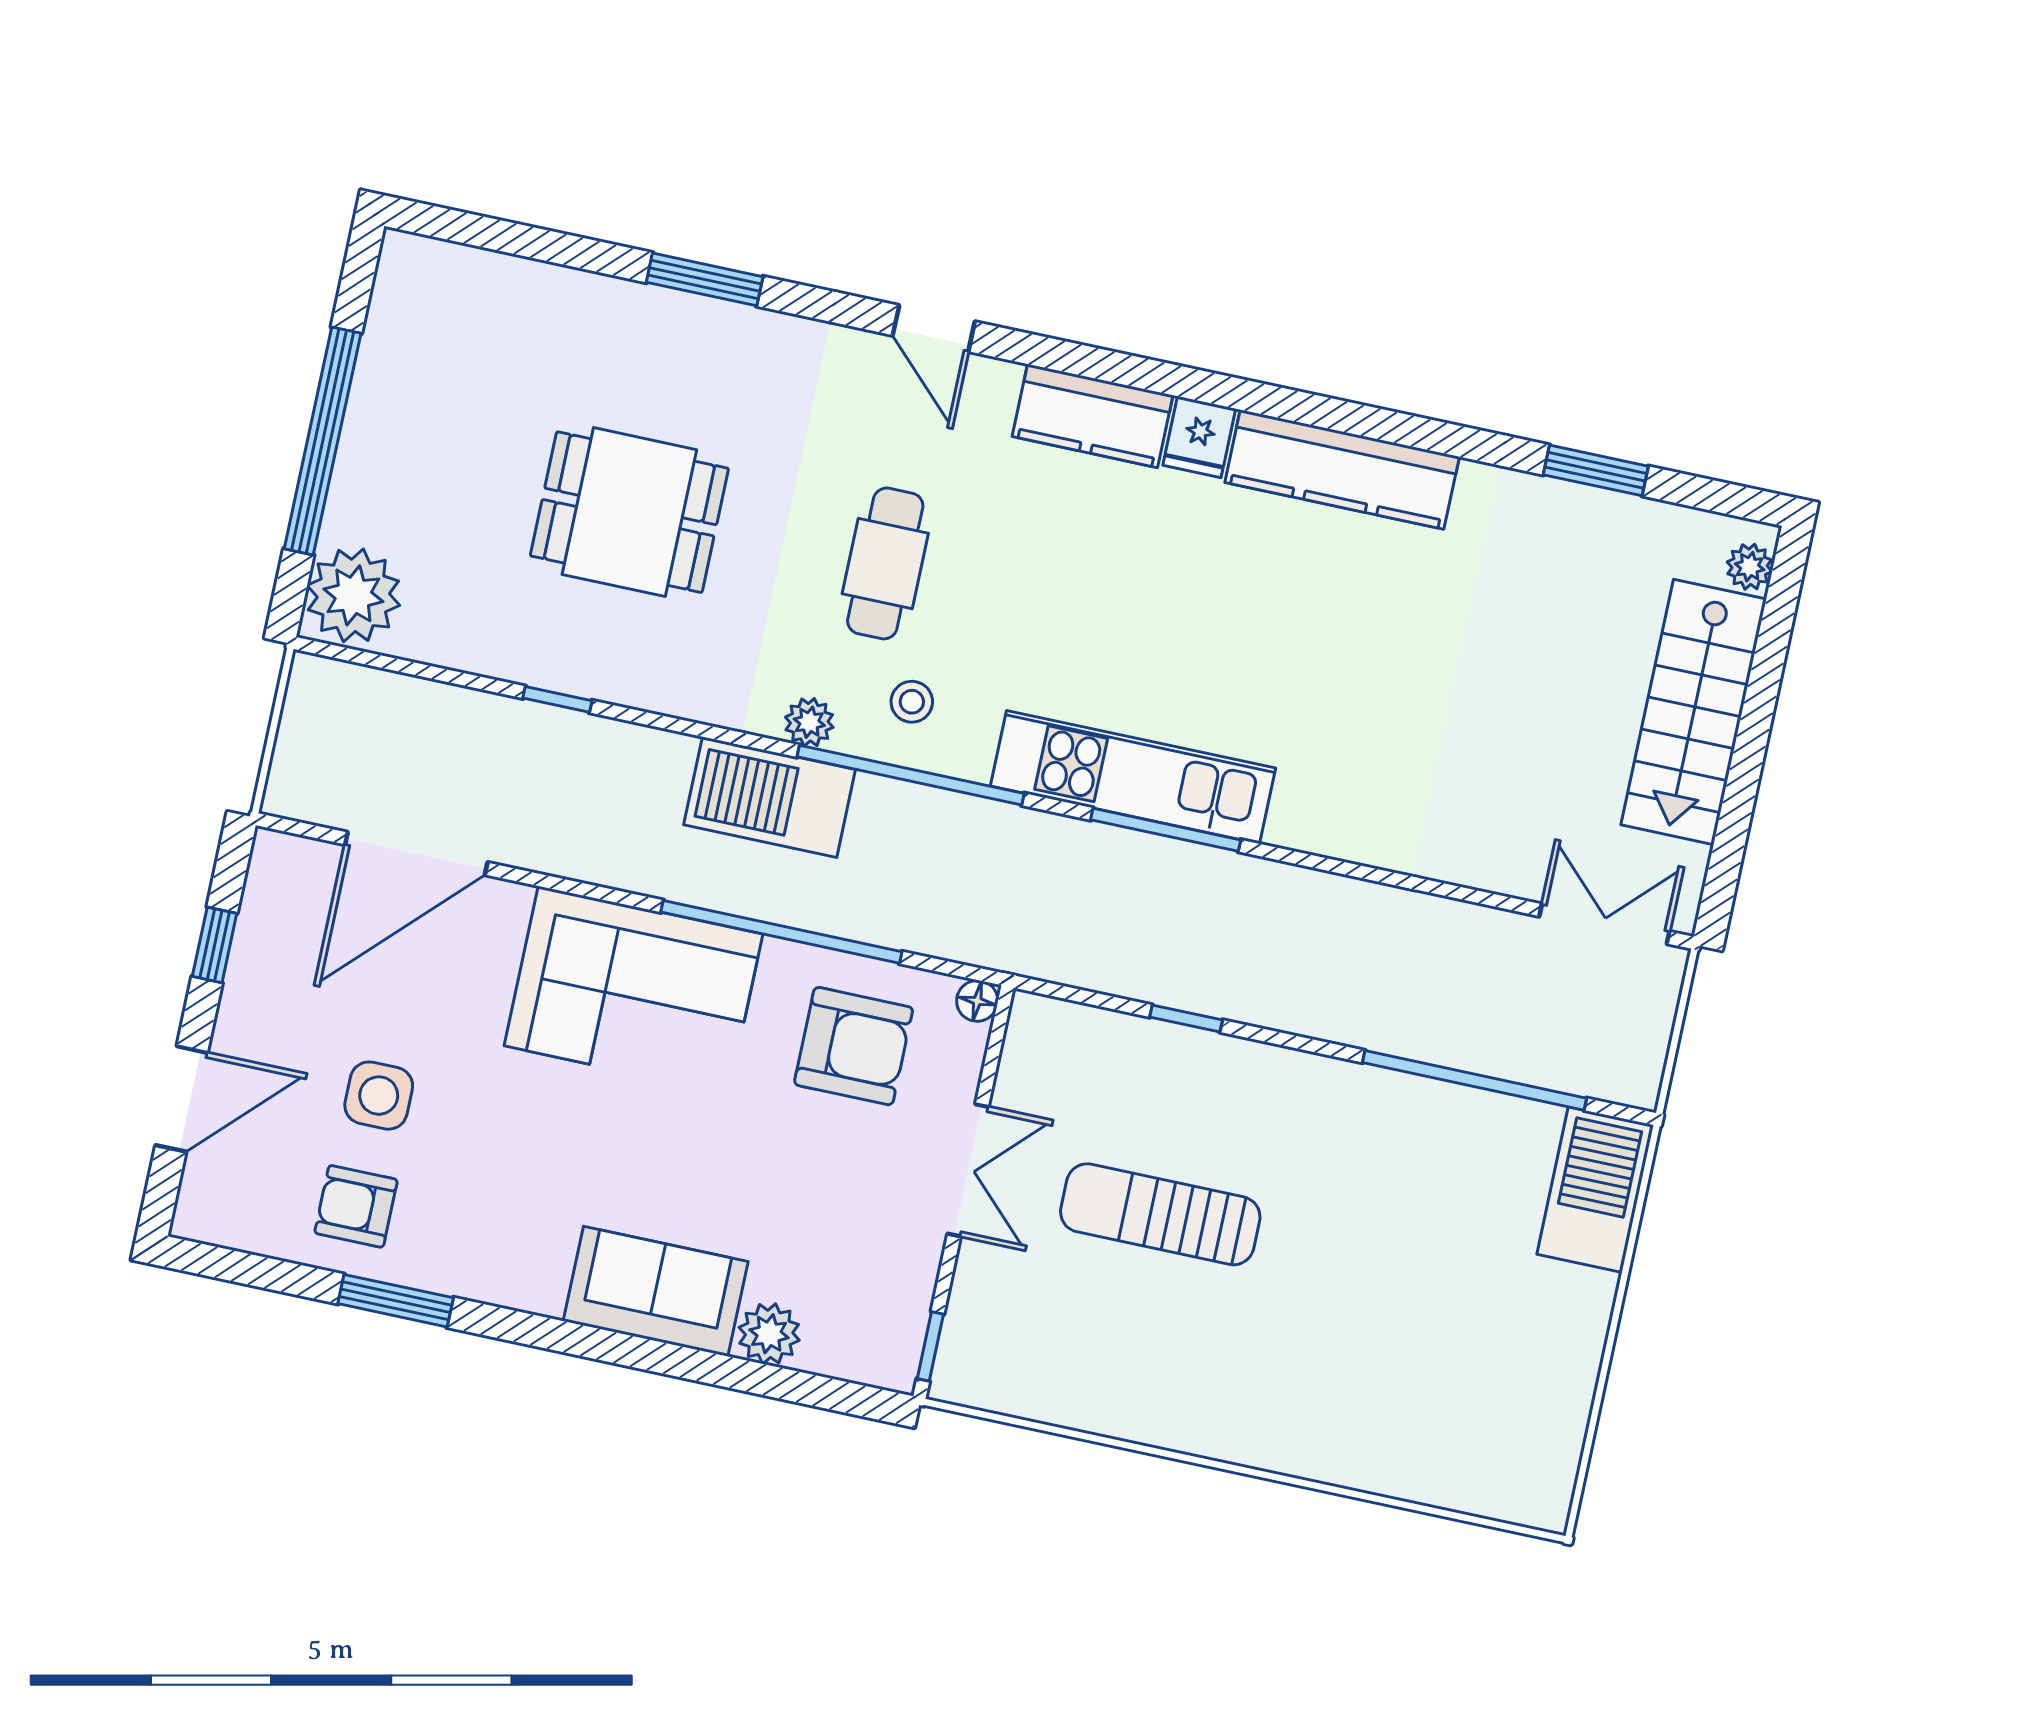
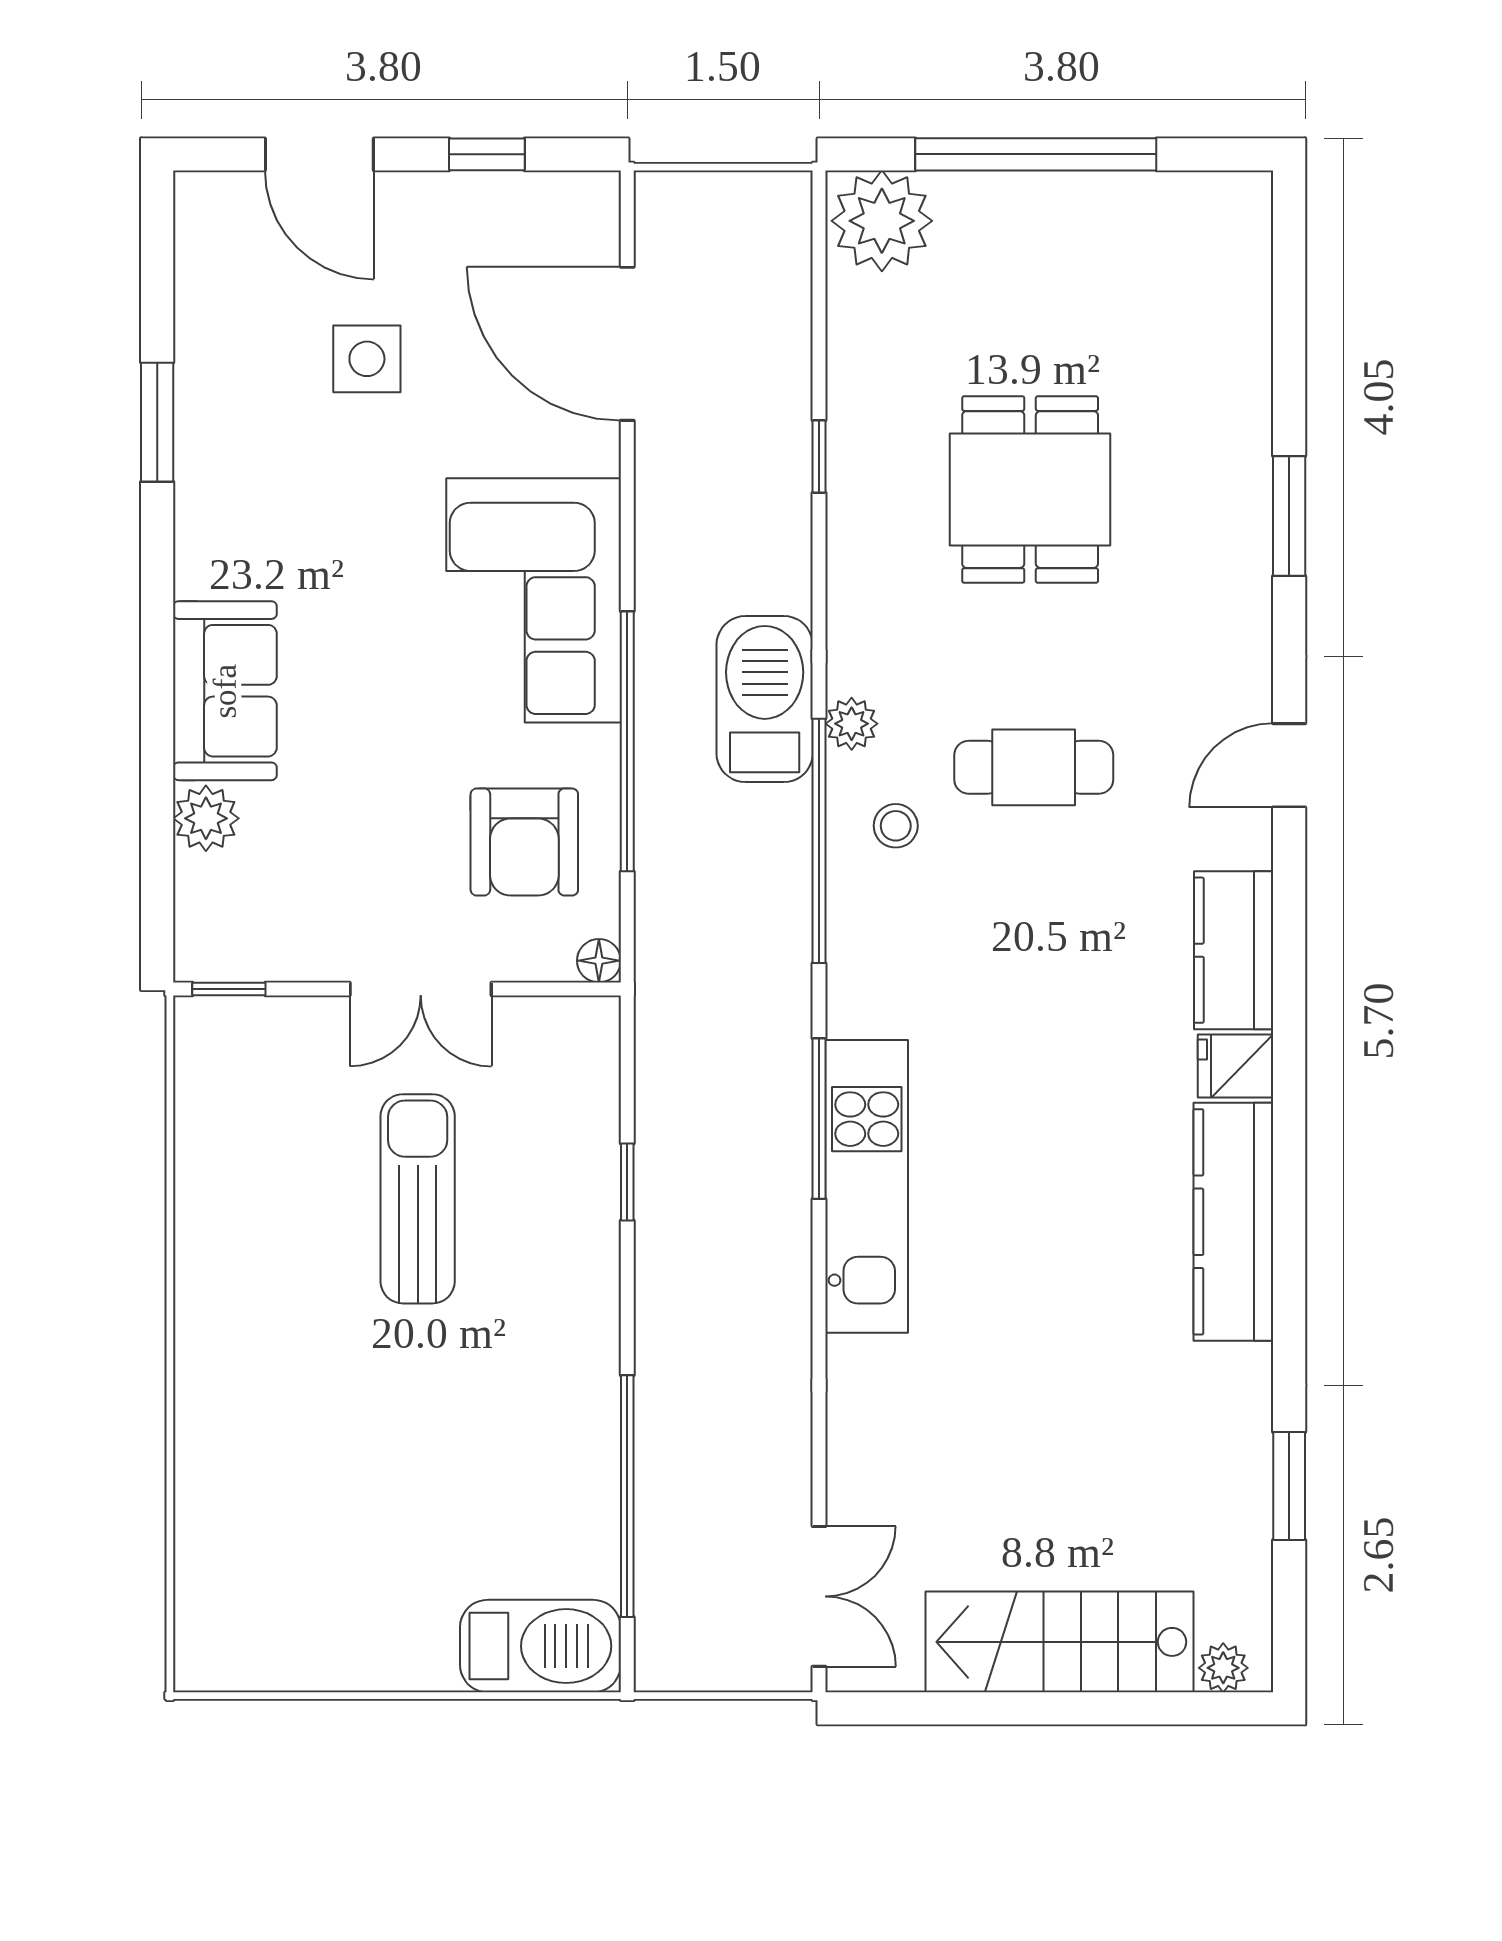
kitchen unit: (1133, 777) -> (867, 1186), moved
armchair: (356, 1206) -> (246, 360), removed

